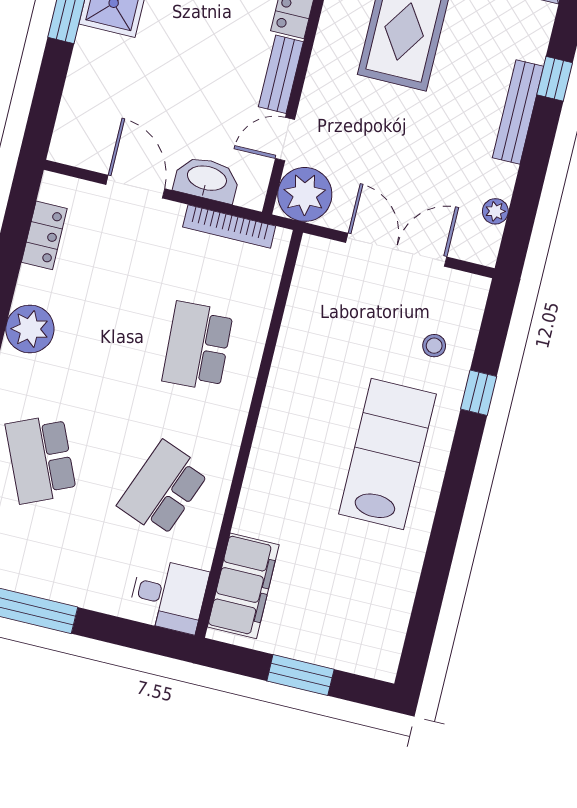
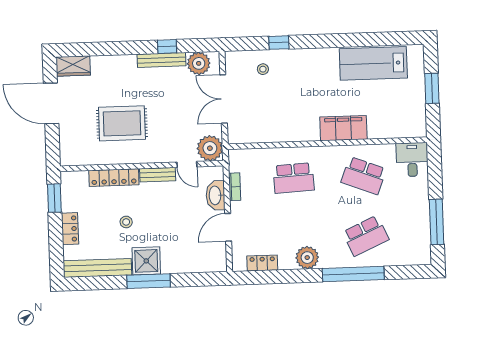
window: (555, 79) -> (167, 46), moved
bench: (518, 112) -> (162, 60), moved
plant: (495, 211) -> (199, 63), width x1.88, depth x1.88
bookcase: (229, 226) -> (235, 187), width x0.64
lab bench: (387, 454) -> (373, 63), moved
filing cabinet: (243, 586) -> (343, 128), moved

